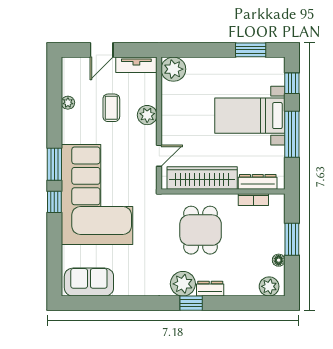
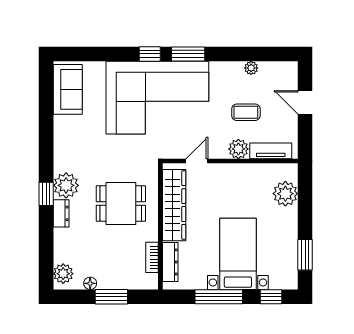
tv unit: (136, 65) -> (271, 151), moved, turned 90
plant: (173, 69) -> (285, 194), moved
door: (159, 156) -> (197, 161), swing flipped

